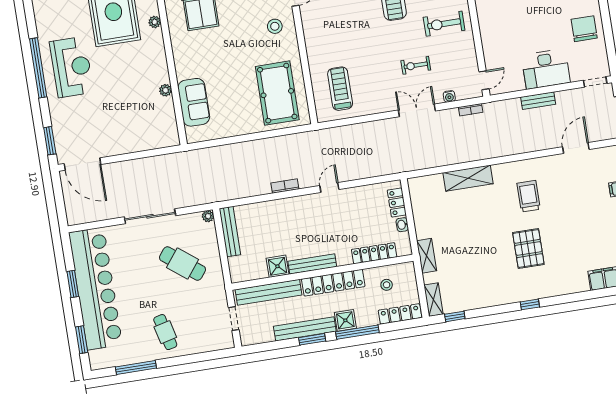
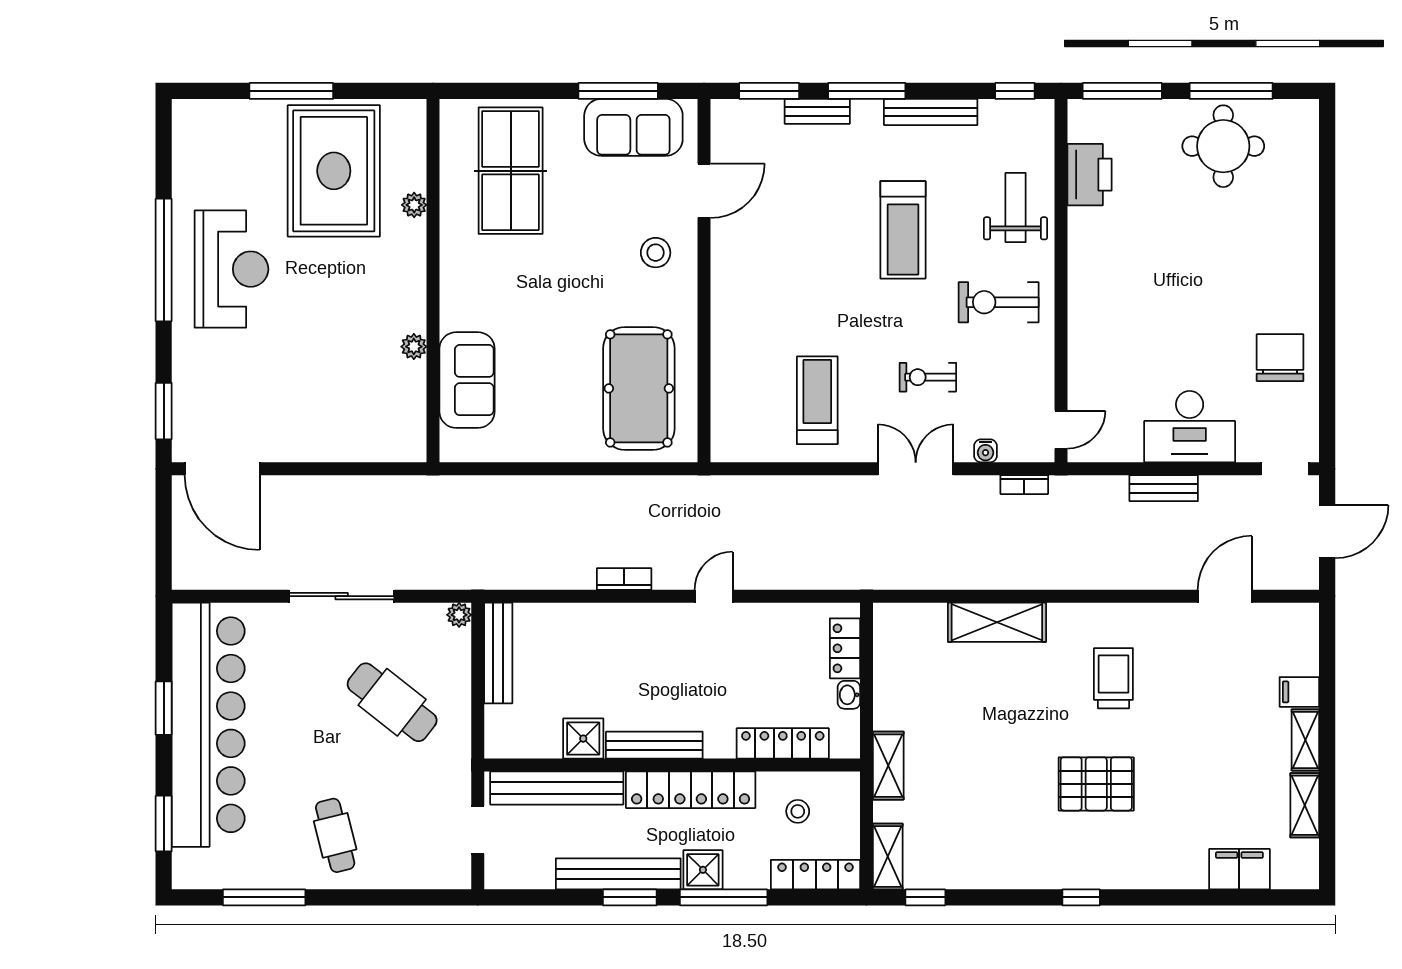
treadmill: (340, 89) -> (817, 400), moved
pallet: (528, 249) -> (1096, 784), turned 90

